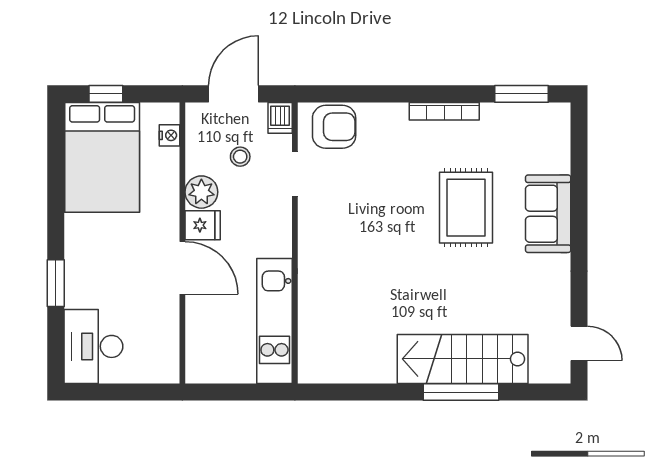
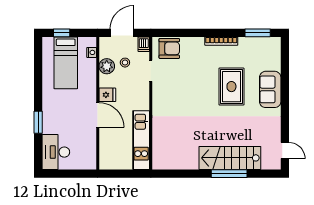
bed: (102, 157) -> (66, 63), width x0.67
plant: (201, 192) -> (107, 66), moved

